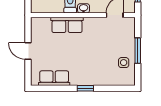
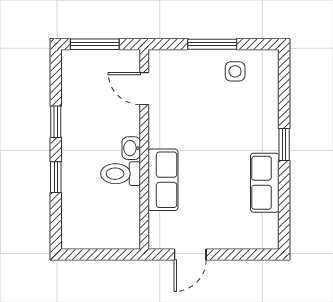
door: (28, 51) -> (190, 255), moved
row of seats: (54, 78) -> (265, 183), moved

